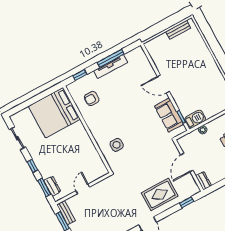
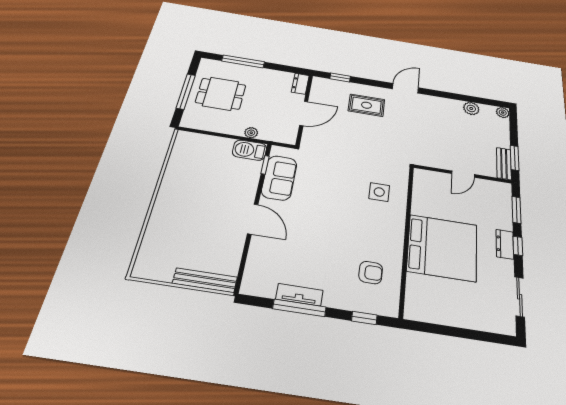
bench: (178, 30) -> (205, 280), moved, width x1.36
tv unit: (111, 67) -> (299, 295), width x0.71
bed: (54, 113) -> (442, 248), moved
dresser: (52, 186) -> (505, 244), moved
rug: (160, 194) -> (366, 105), width x0.73, depth x0.70

